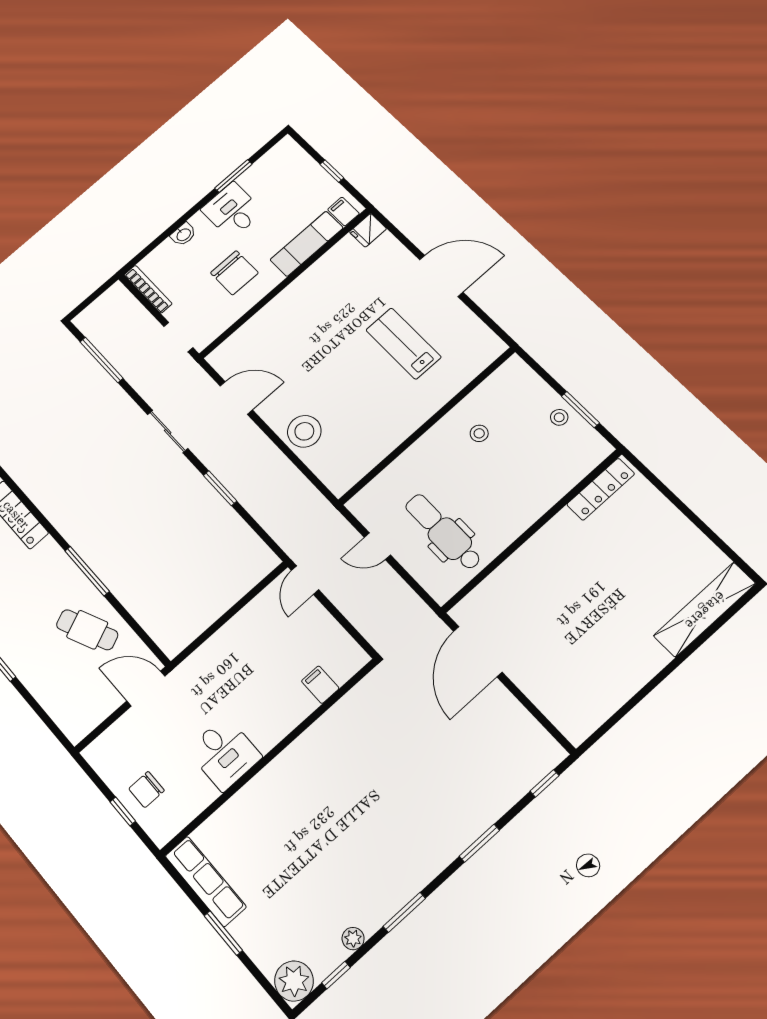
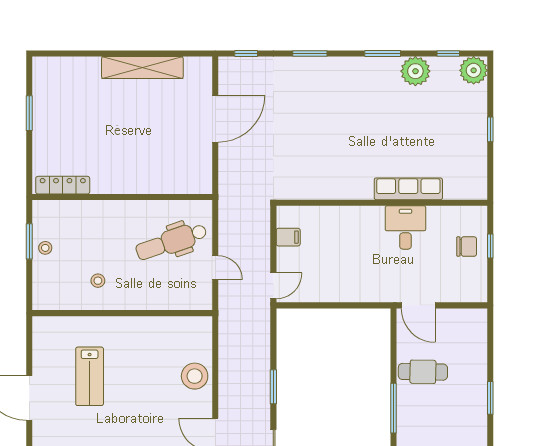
window: (702, 527) -> (29, 113), added
dental chair: (443, 532) -> (171, 242), turned 71
shelving: (705, 610) -> (142, 68), moved
cafe table: (87, 630) -> (423, 372), turned -65
door: (478, 652) -> (215, 119), moved
filing cabinet: (320, 685) -> (288, 237), moved, turned -90
row of seats: (206, 881) -> (408, 189), moved, turned 90
window: (223, 933) -> (490, 129), width x0.67
plant: (353, 939) -> (415, 71), width x1.88, depth x1.88

